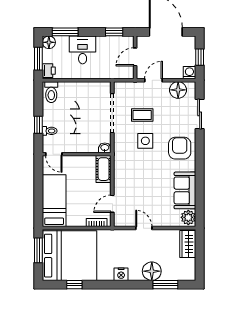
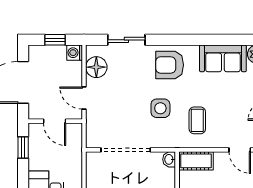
coffee table: (142, 115) -> (197, 120), moved

